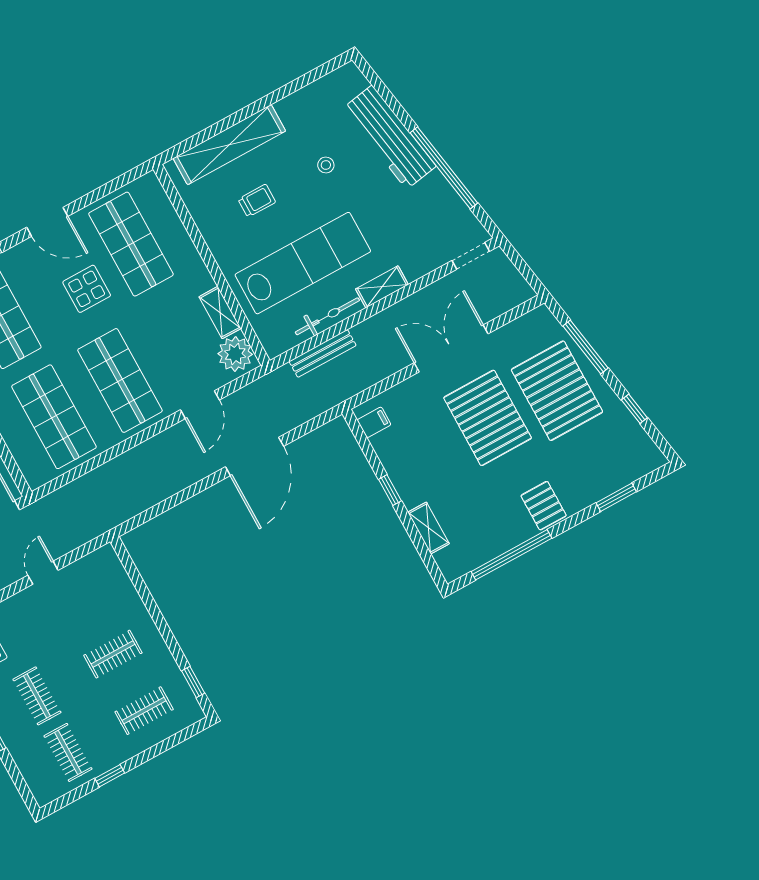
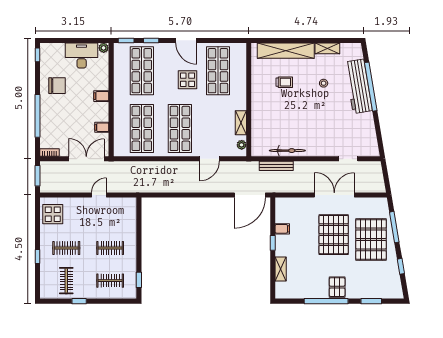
window: (444, 168) -> (371, 87), moved
doorway: (471, 256) -> (348, 159), moved
lab bench: (303, 263) -> (289, 121), removed
shelving: (382, 287) -> (327, 48), moved
plant: (235, 354) -> (242, 145), width x0.53, depth x0.53
filing cabinet: (374, 422) -> (282, 229), moved
door: (254, 457) -> (250, 195), moved
window: (511, 555) -> (326, 301), moved
clothes rail: (37, 696) -> (66, 248), turned 90

